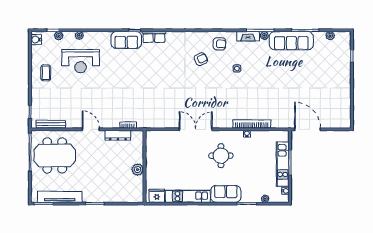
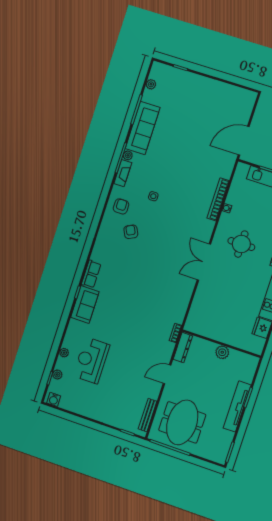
reception desk: (81, 61) -> (91, 360), turned 180
coffee table: (46, 73) -> (92, 402), removed
wall: (145, 166) -> (221, 344), moved
plant: (138, 170) -> (222, 352), moved
tv unit: (60, 197) -> (237, 406), moved

